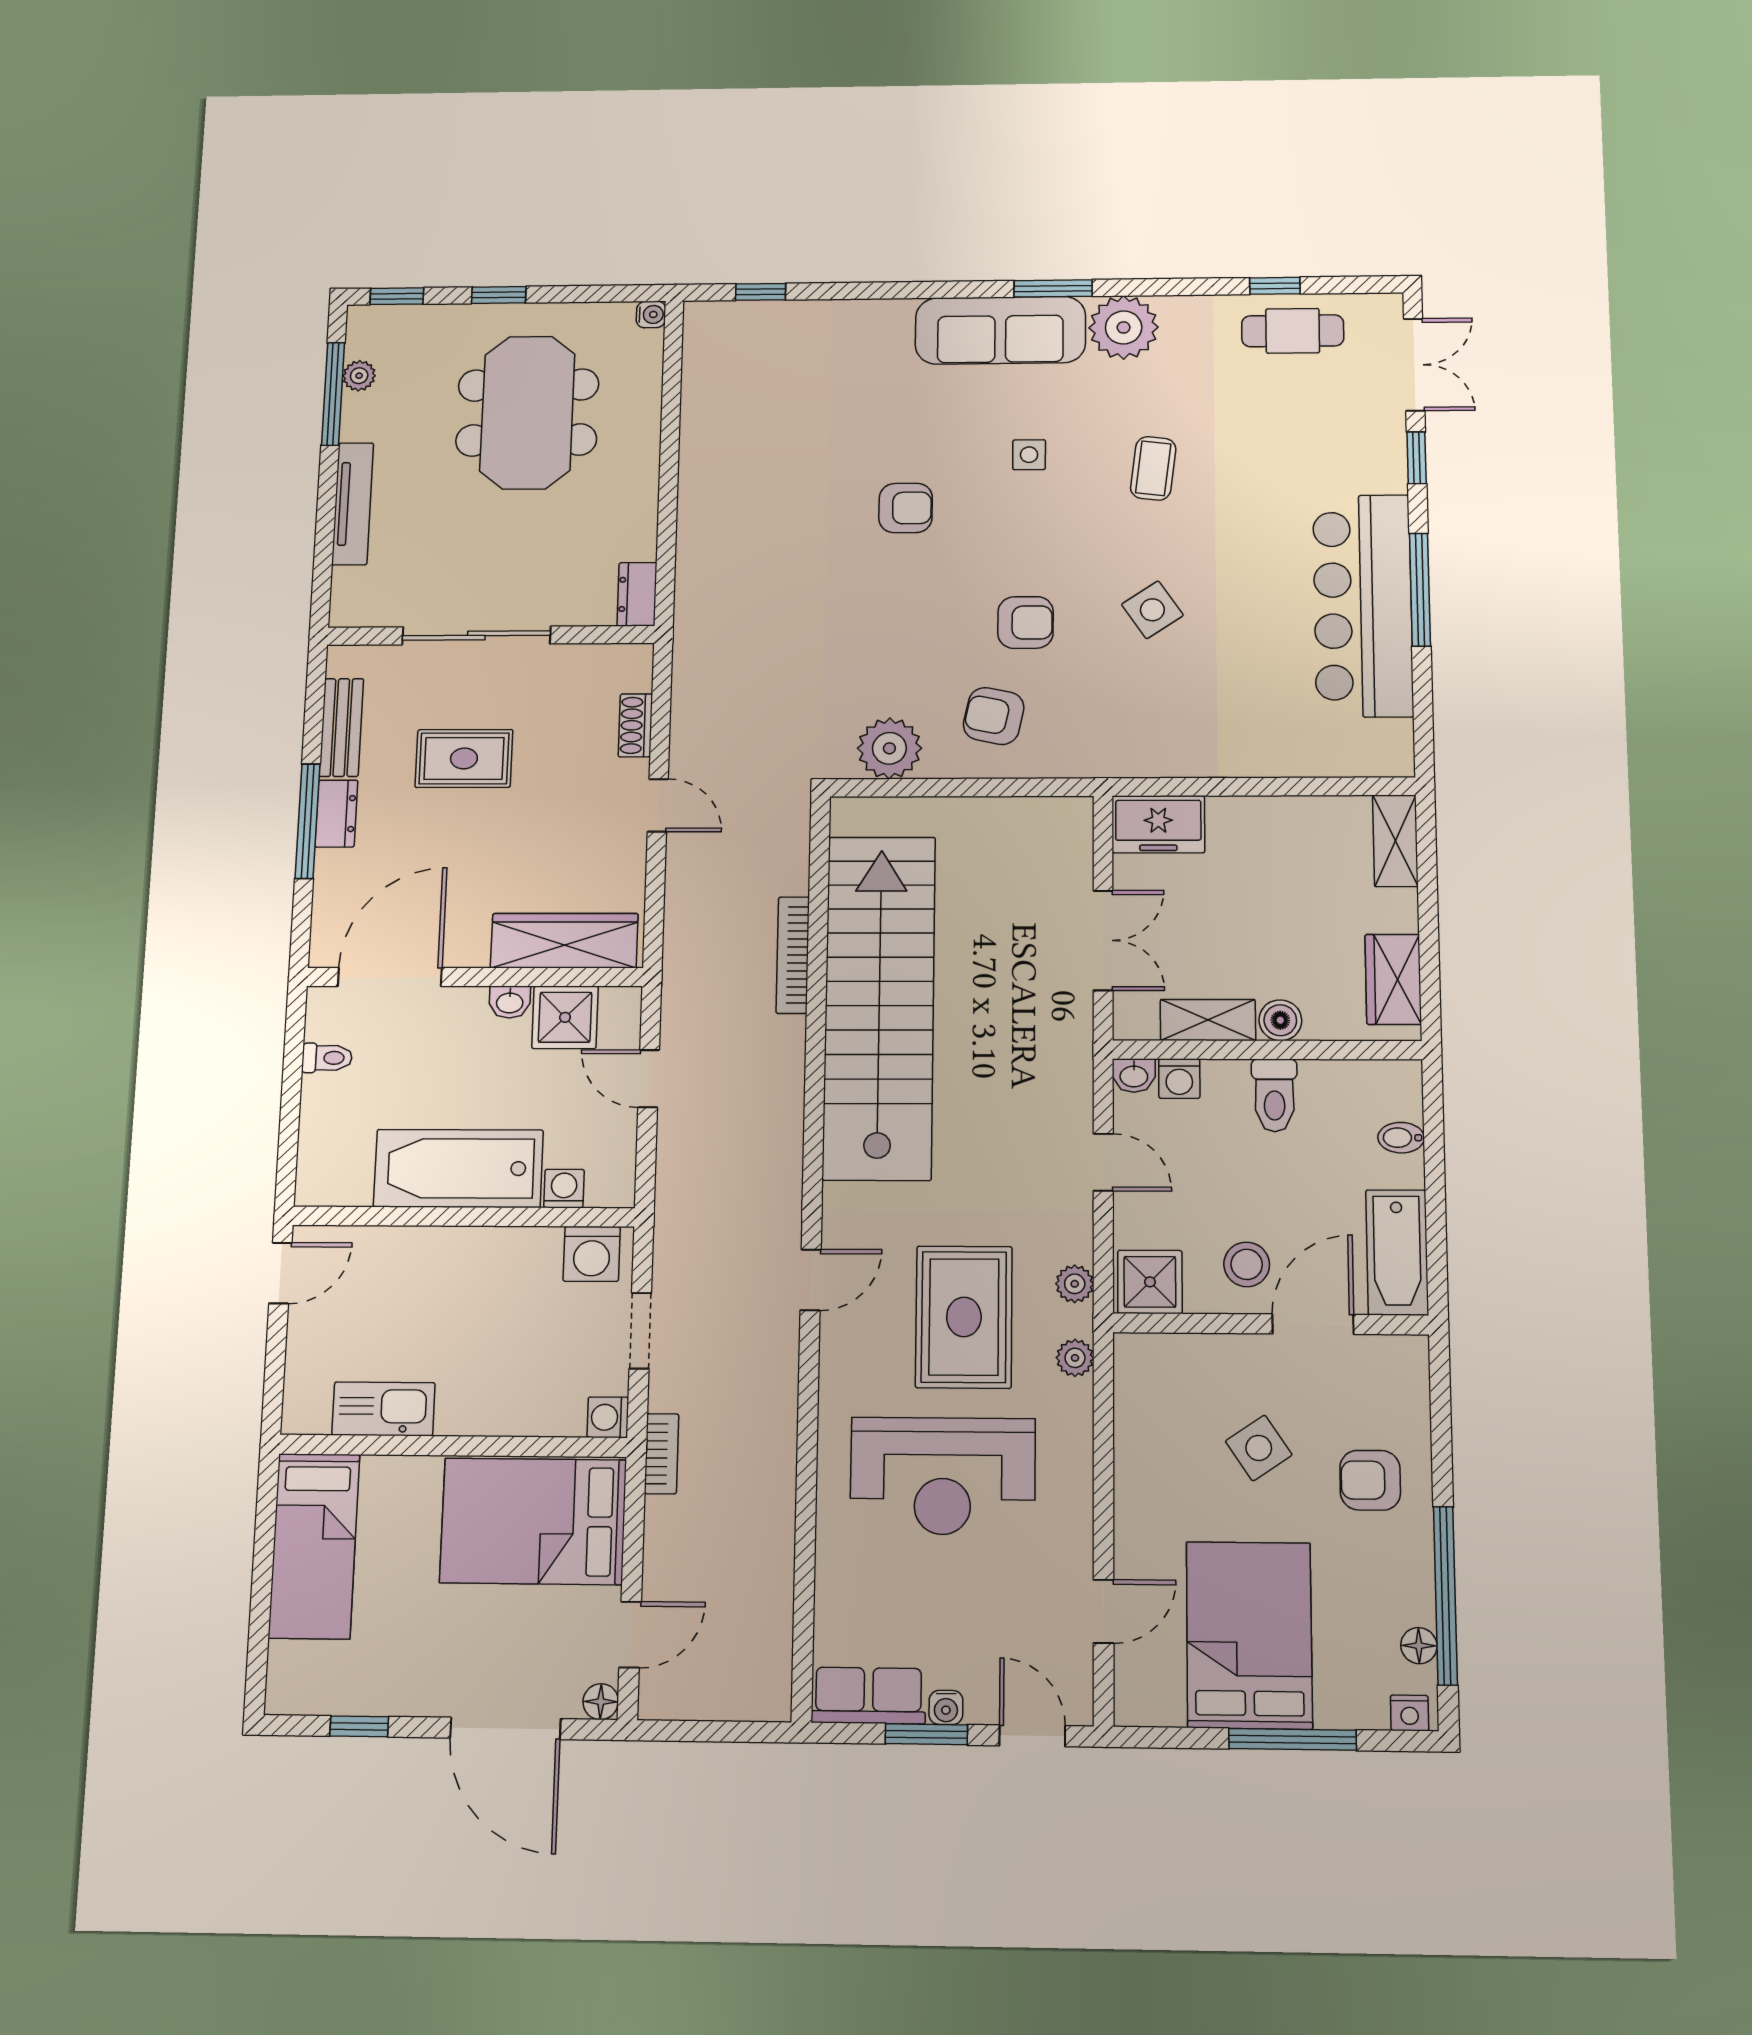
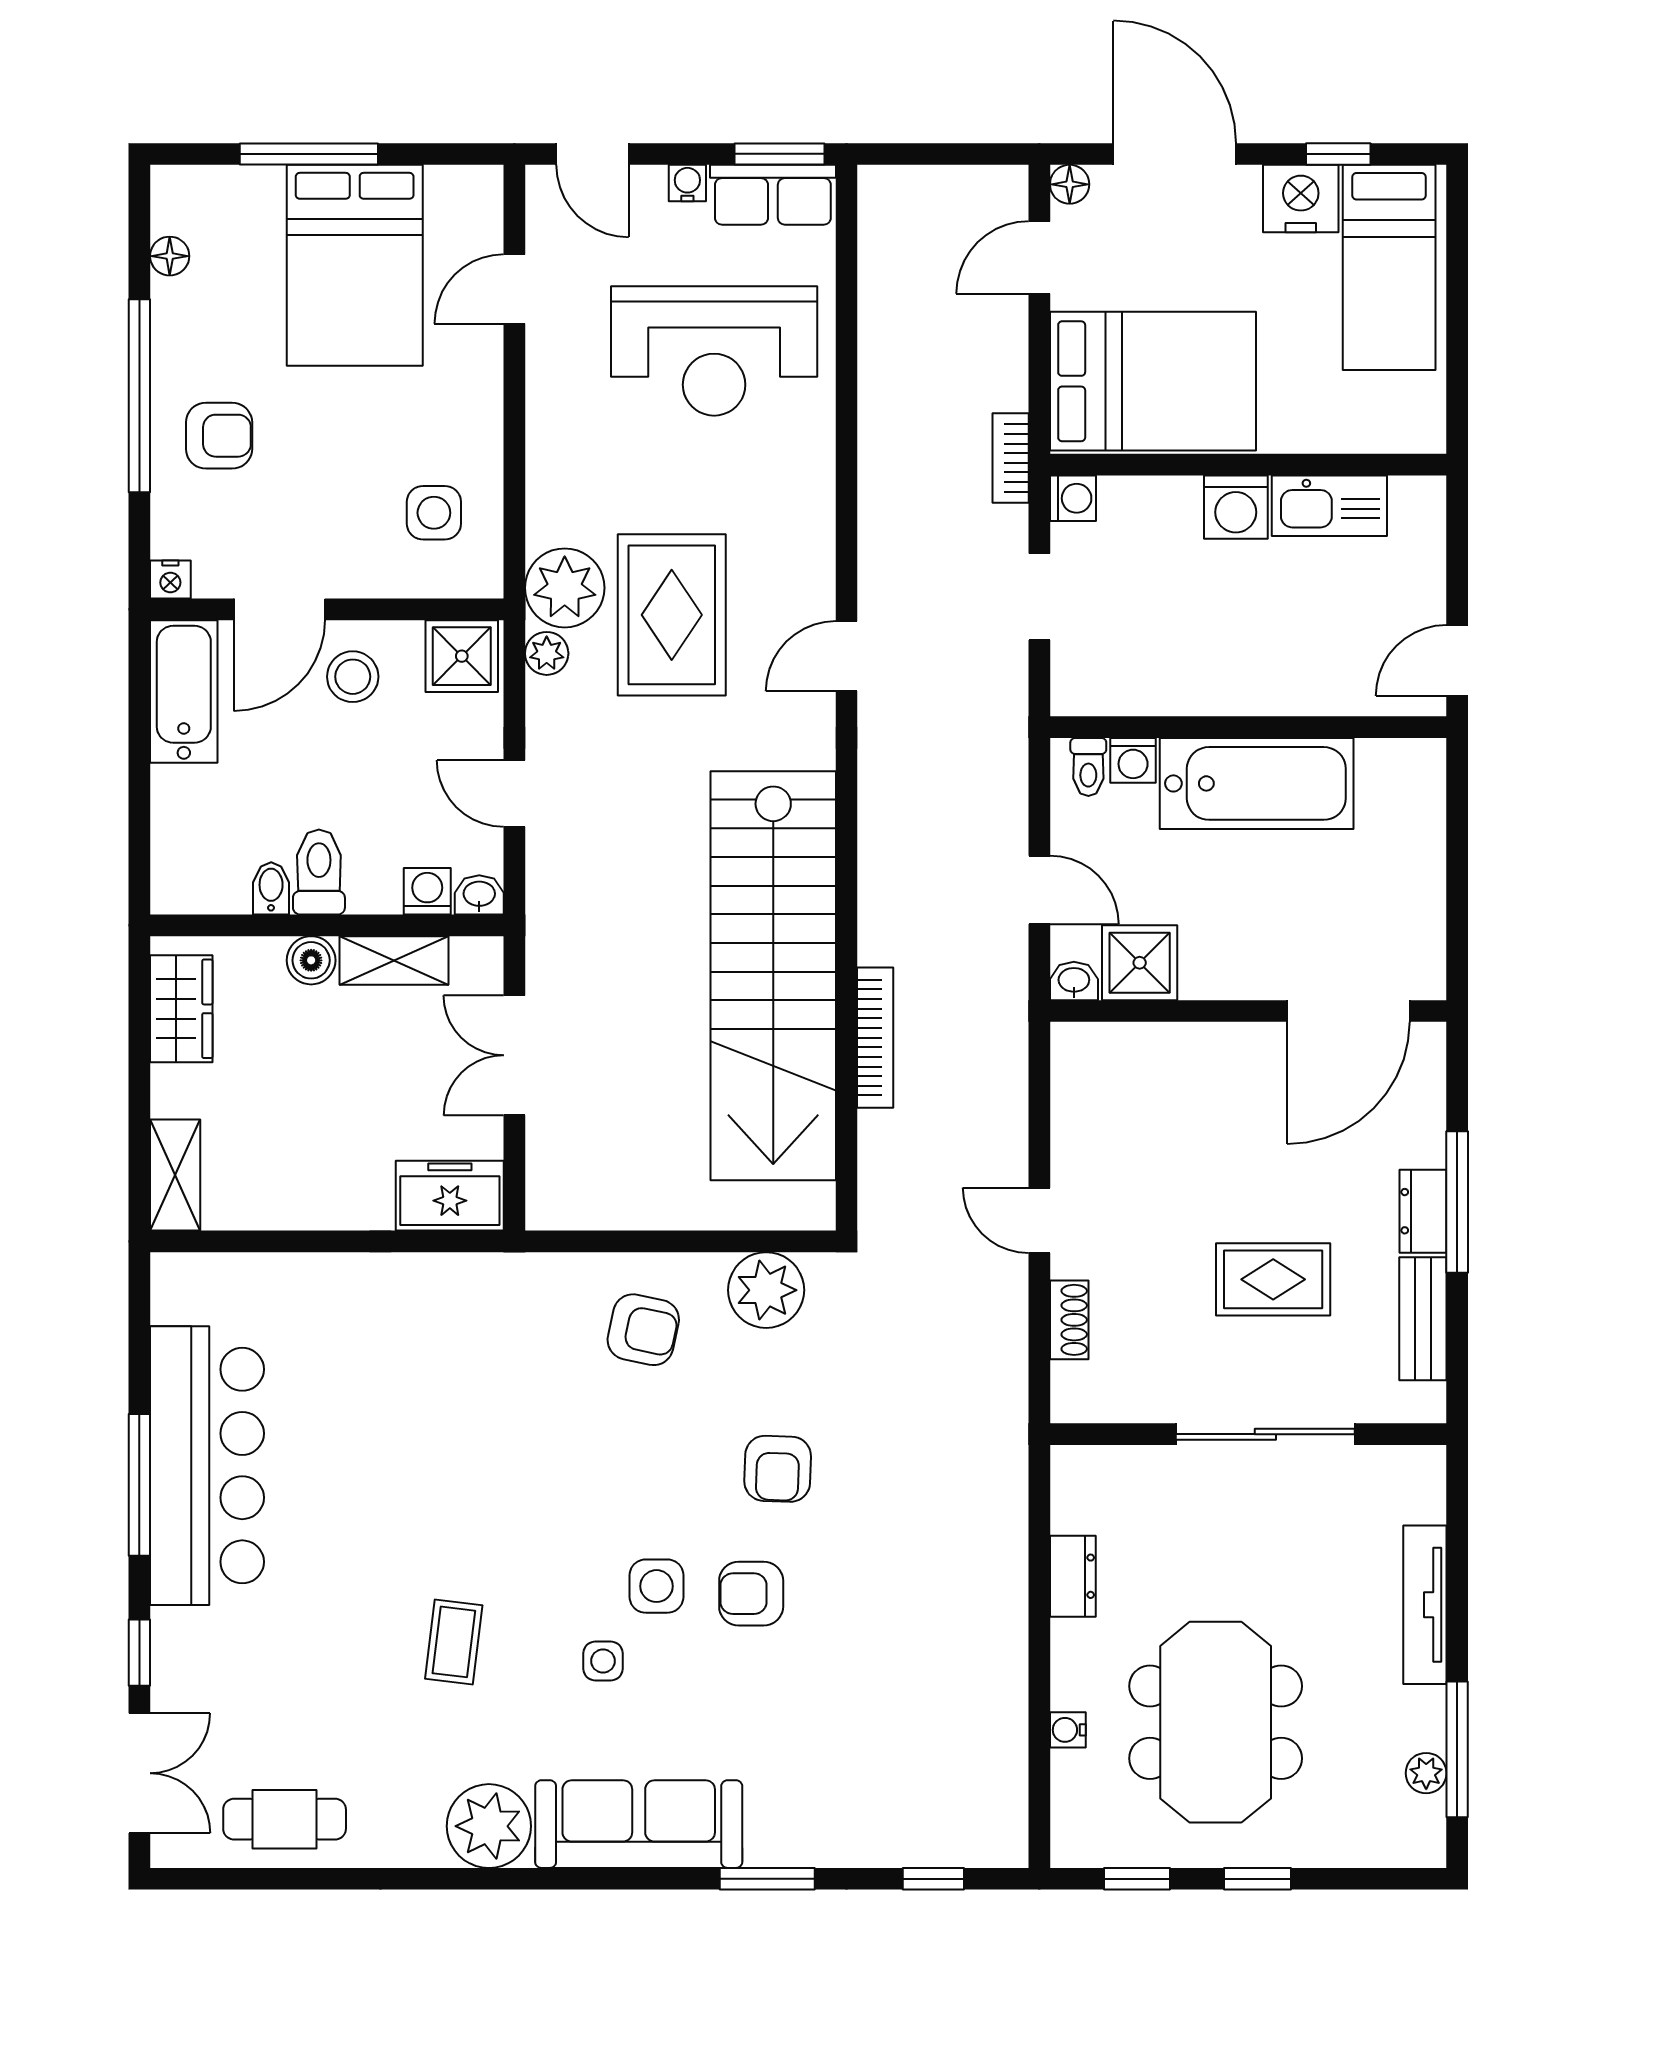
window: (1275, 286) -> (305, 1879), removed
window: (1053, 288) -> (767, 1879), moved
window: (397, 296) -> (1137, 1879), moved
water cooler: (651, 314) -> (1068, 1730), moved
double door: (1414, 365) -> (139, 1773), swing flipped
dresser: (637, 594) -> (1073, 1576), moved
side table: (1152, 610) -> (657, 1586), moved, turned 34
armchair: (1025, 622) -> (778, 1469), moved, turned -88
wardrobe: (564, 941) -> (1144, 1055), removed
washbasin: (510, 1002) -> (1074, 981), moved
toilet: (327, 1058) -> (1088, 767), moved, turned -90
bidet: (1401, 1138) -> (271, 888), moved, turned -90
washing machine: (592, 1254) -> (1236, 507), moved, turned 180
plant: (1075, 1358) -> (565, 588), width x1.87, depth x1.87
side table: (1259, 1448) -> (434, 513), moved, turned 34
reception desk: (943, 1476) -> (714, 351), moved, turned 180
bed: (314, 1546) -> (1389, 267), moved, turned 180
window: (1445, 1595) -> (139, 396), moved
nightstand: (395, 1686) -> (1301, 199), added
nightstand: (1410, 1713) -> (170, 579), moved, turned 180
window: (926, 1734) -> (779, 154), moved

